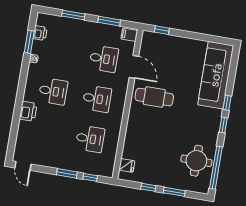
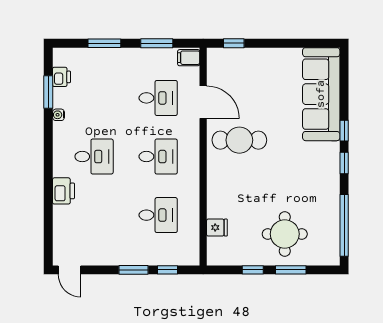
round table: (196, 161) -> (285, 234), moved
fridge: (127, 165) -> (217, 228), moved

